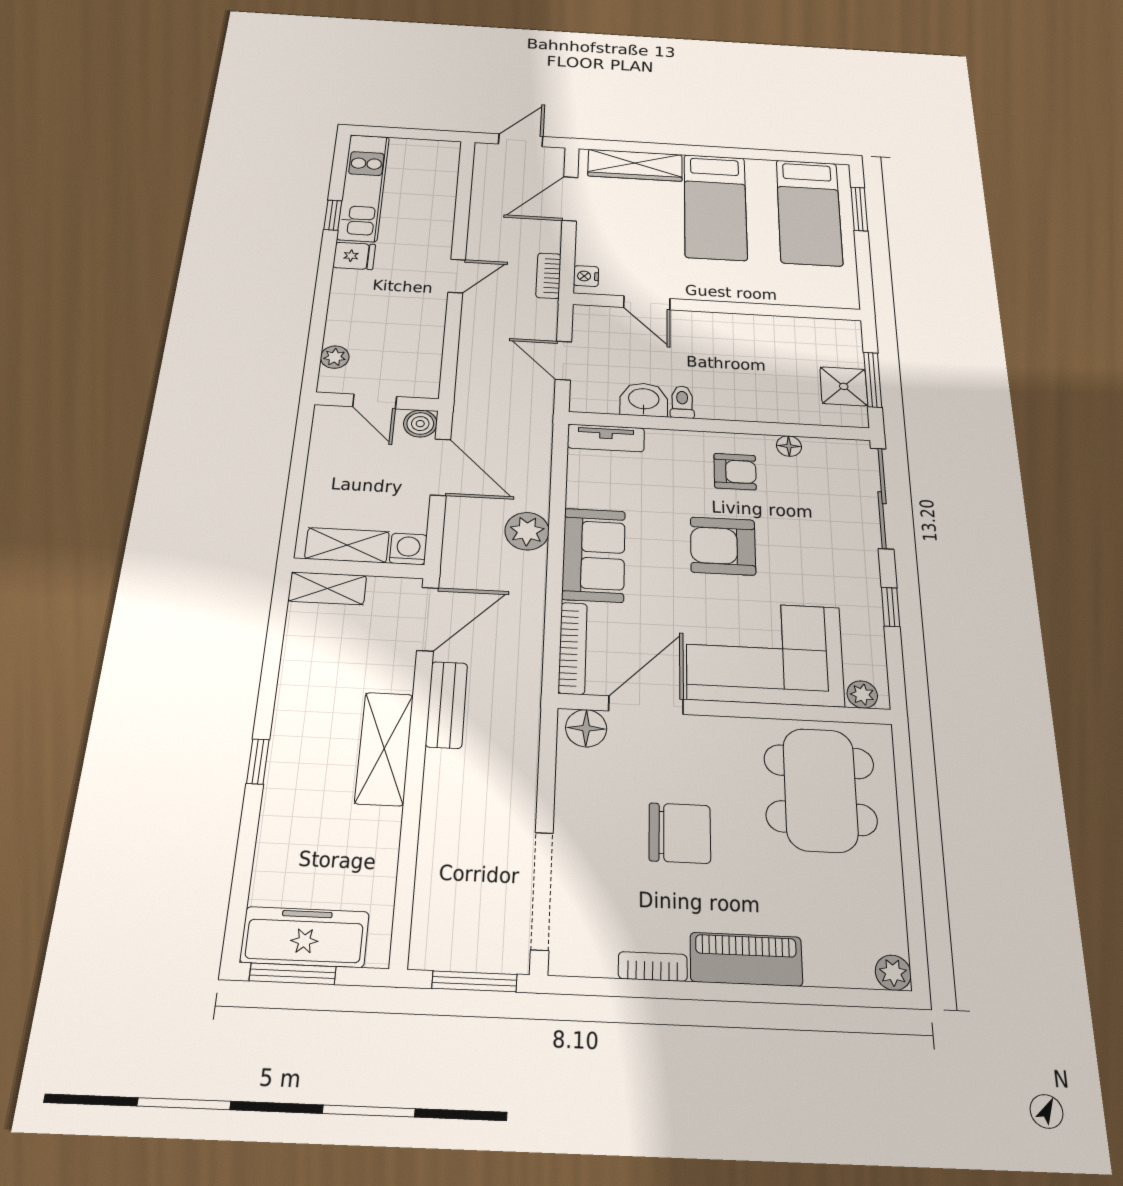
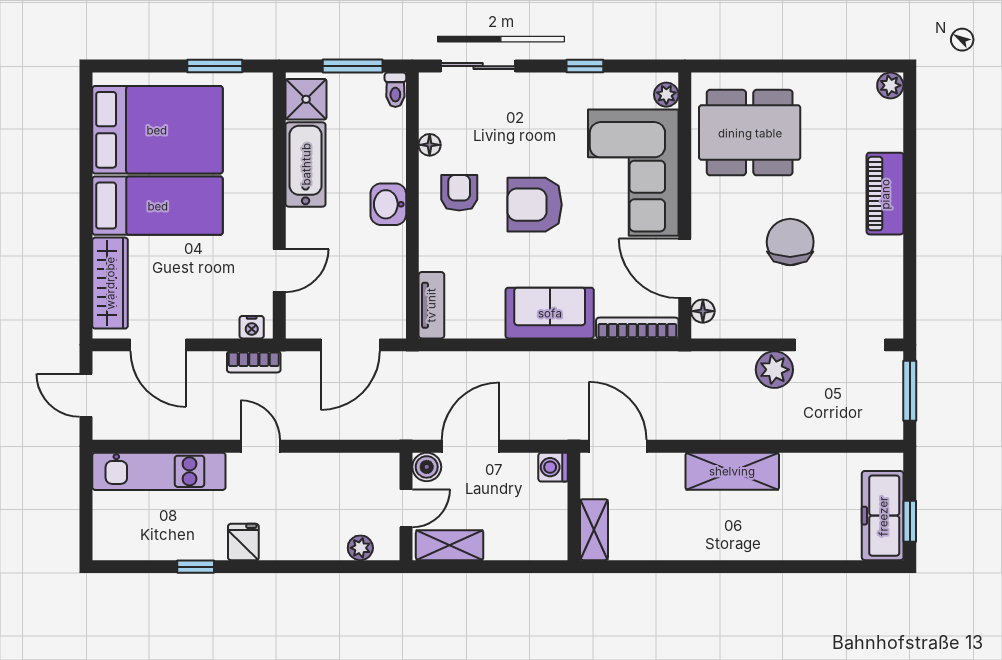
kitchen unit: (363, 187) -> (159, 471), moved, turned 180
window: (859, 209) -> (215, 66), moved
bed: (809, 212) -> (157, 130), width x1.50
bathtub: (762, 332) -> (306, 164), added
door: (563, 361) -> (350, 345), width x1.38
shower: (844, 386) -> (306, 99), moved
washbasin: (644, 400) -> (388, 204), moved
toilet: (682, 402) -> (395, 90), moved, turned -90
sliding door: (882, 498) -> (478, 66), width x0.73
plant: (527, 531) -> (774, 370), moved
shelving: (347, 545) -> (450, 545), moved, turned 90
armchair: (723, 546) -> (535, 205), turned 90
bench: (447, 705) -> (693, 426), removed
floor lamp: (586, 728) -> (703, 311), width x0.73, depth x0.73
window: (258, 762) -> (748, 567), removed
bookcase: (653, 967) -> (893, 262), removed
window: (293, 974) -> (910, 521), width x0.67

